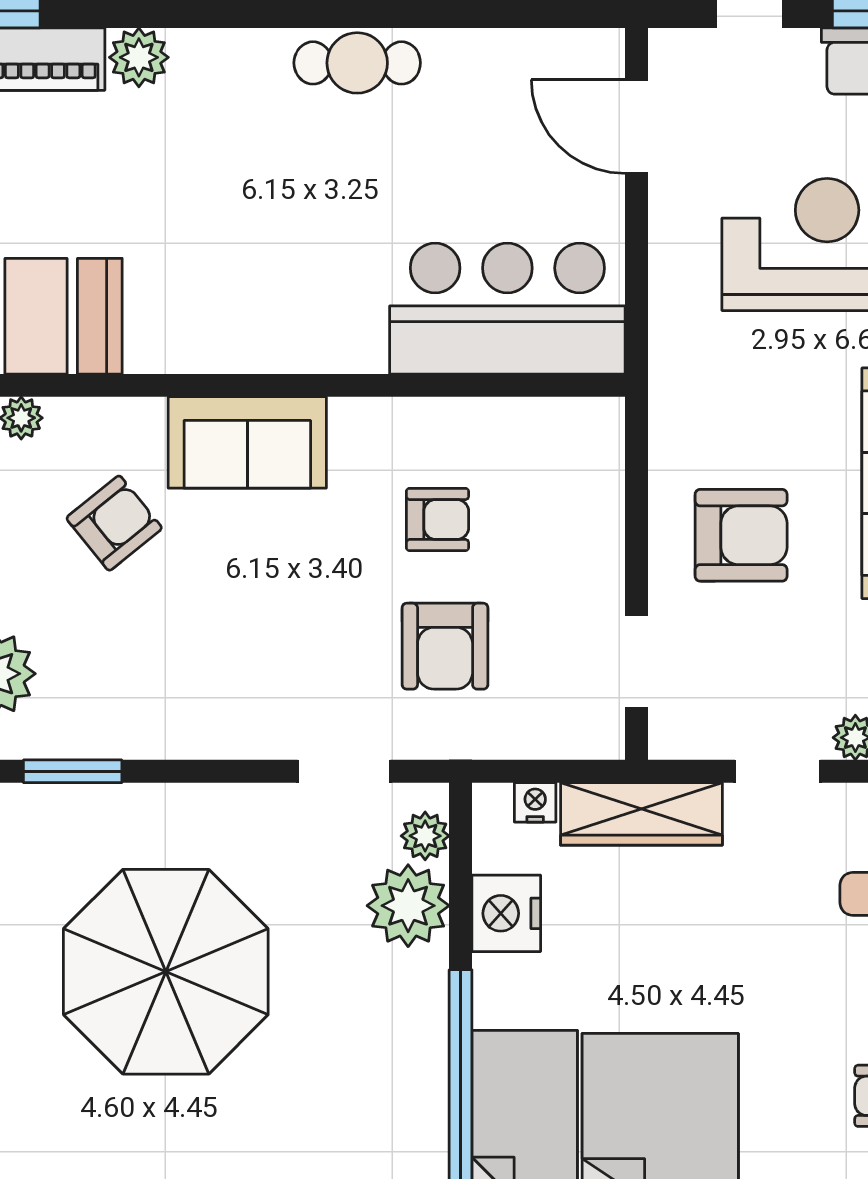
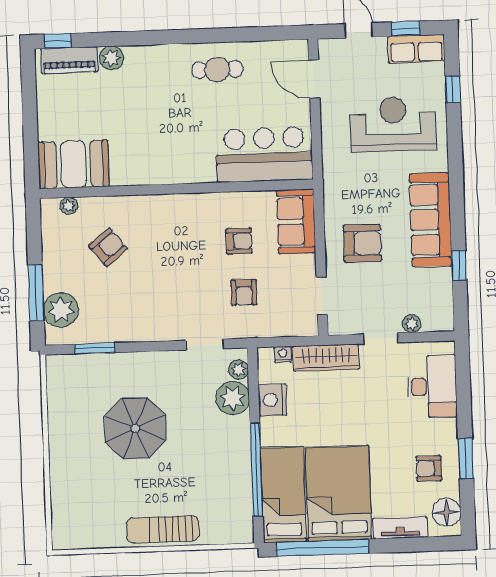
cafe table: (357, 63) -> (217, 70), moved
sofa: (247, 442) -> (296, 221), moved, turned 90
armchair: (445, 646) -> (244, 292), width x0.72, depth x0.72
parasol: (166, 972) -> (135, 428), width x0.73, depth x0.73

